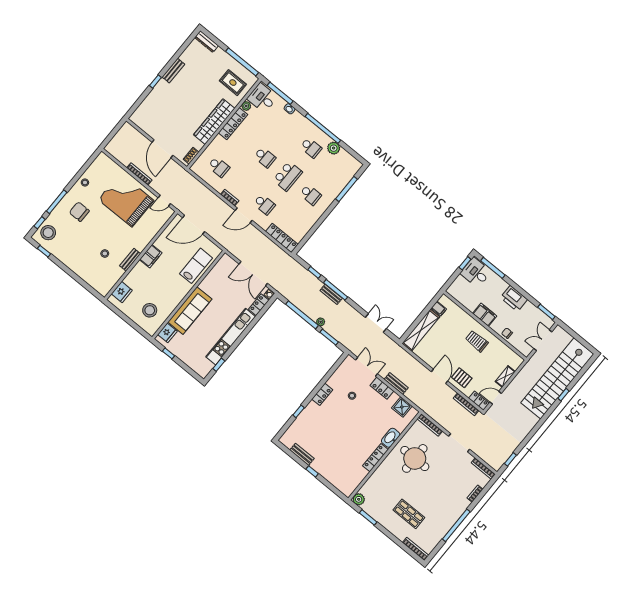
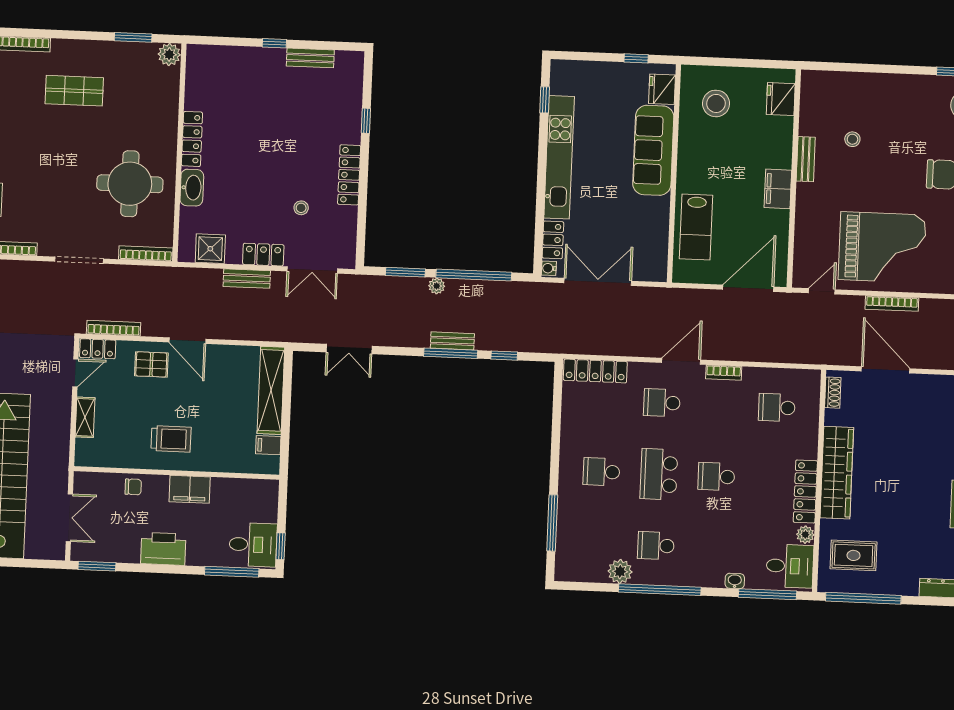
locker: (322, 394) -> (349, 175), width x1.53

